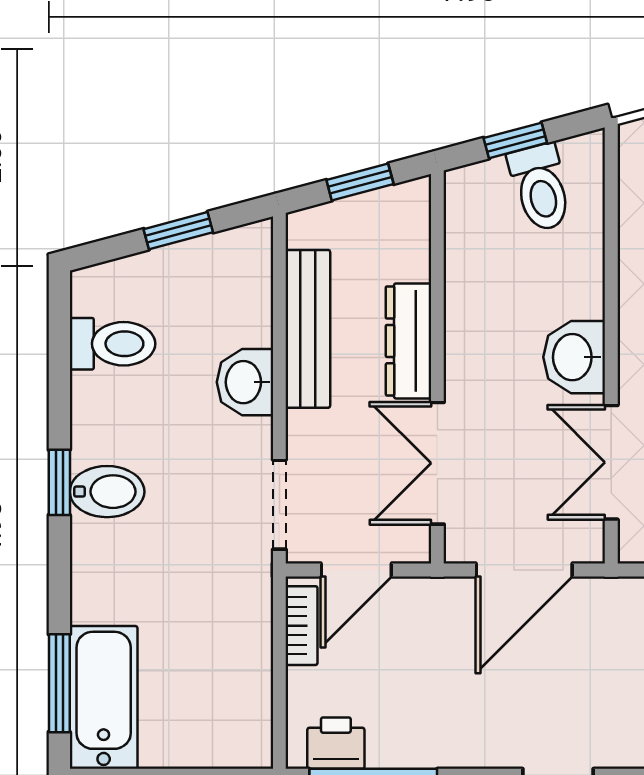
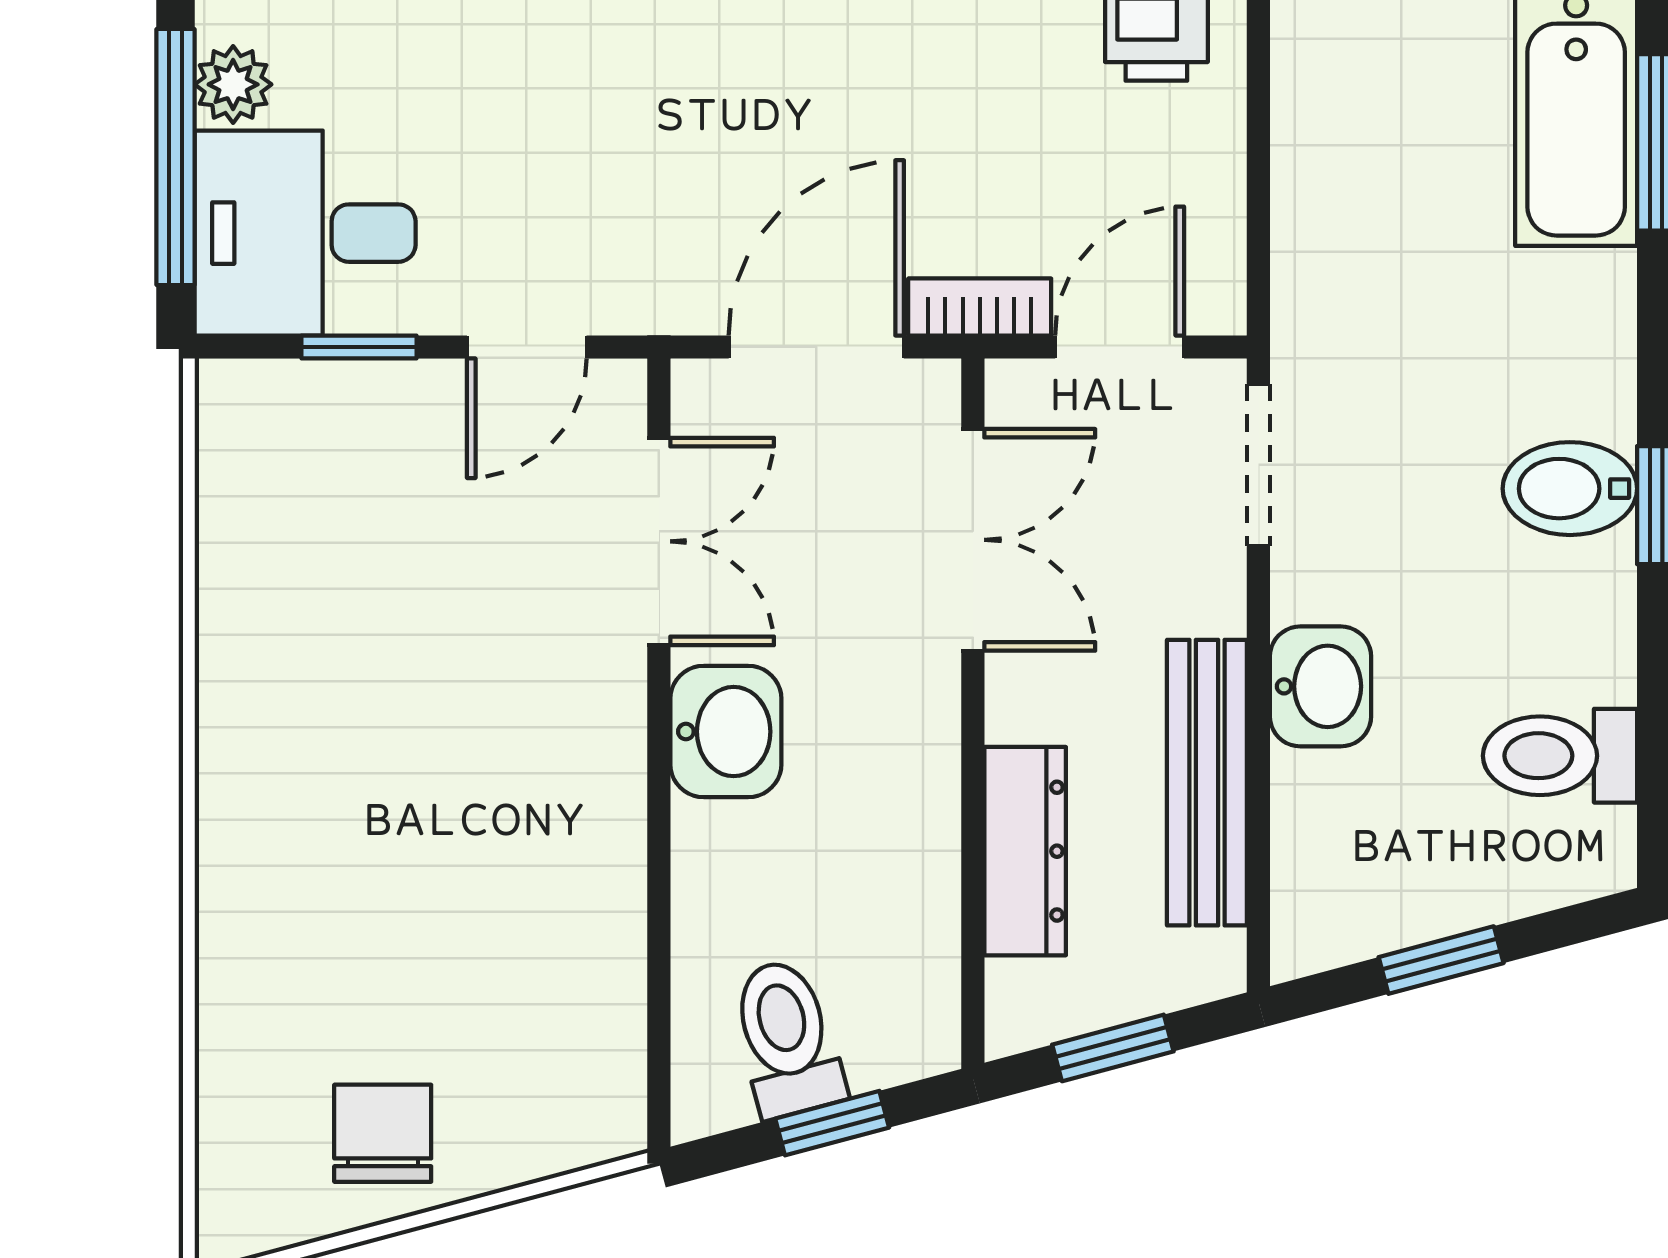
dresser: (409, 341) -> (1025, 851), moved
bookcase: (302, 626) -> (980, 307), moved, turned 90

